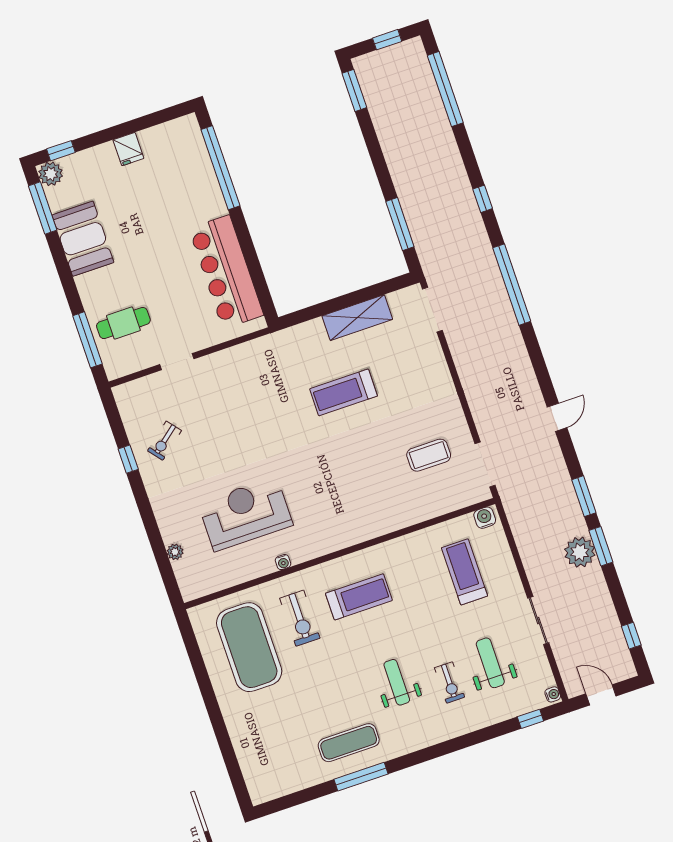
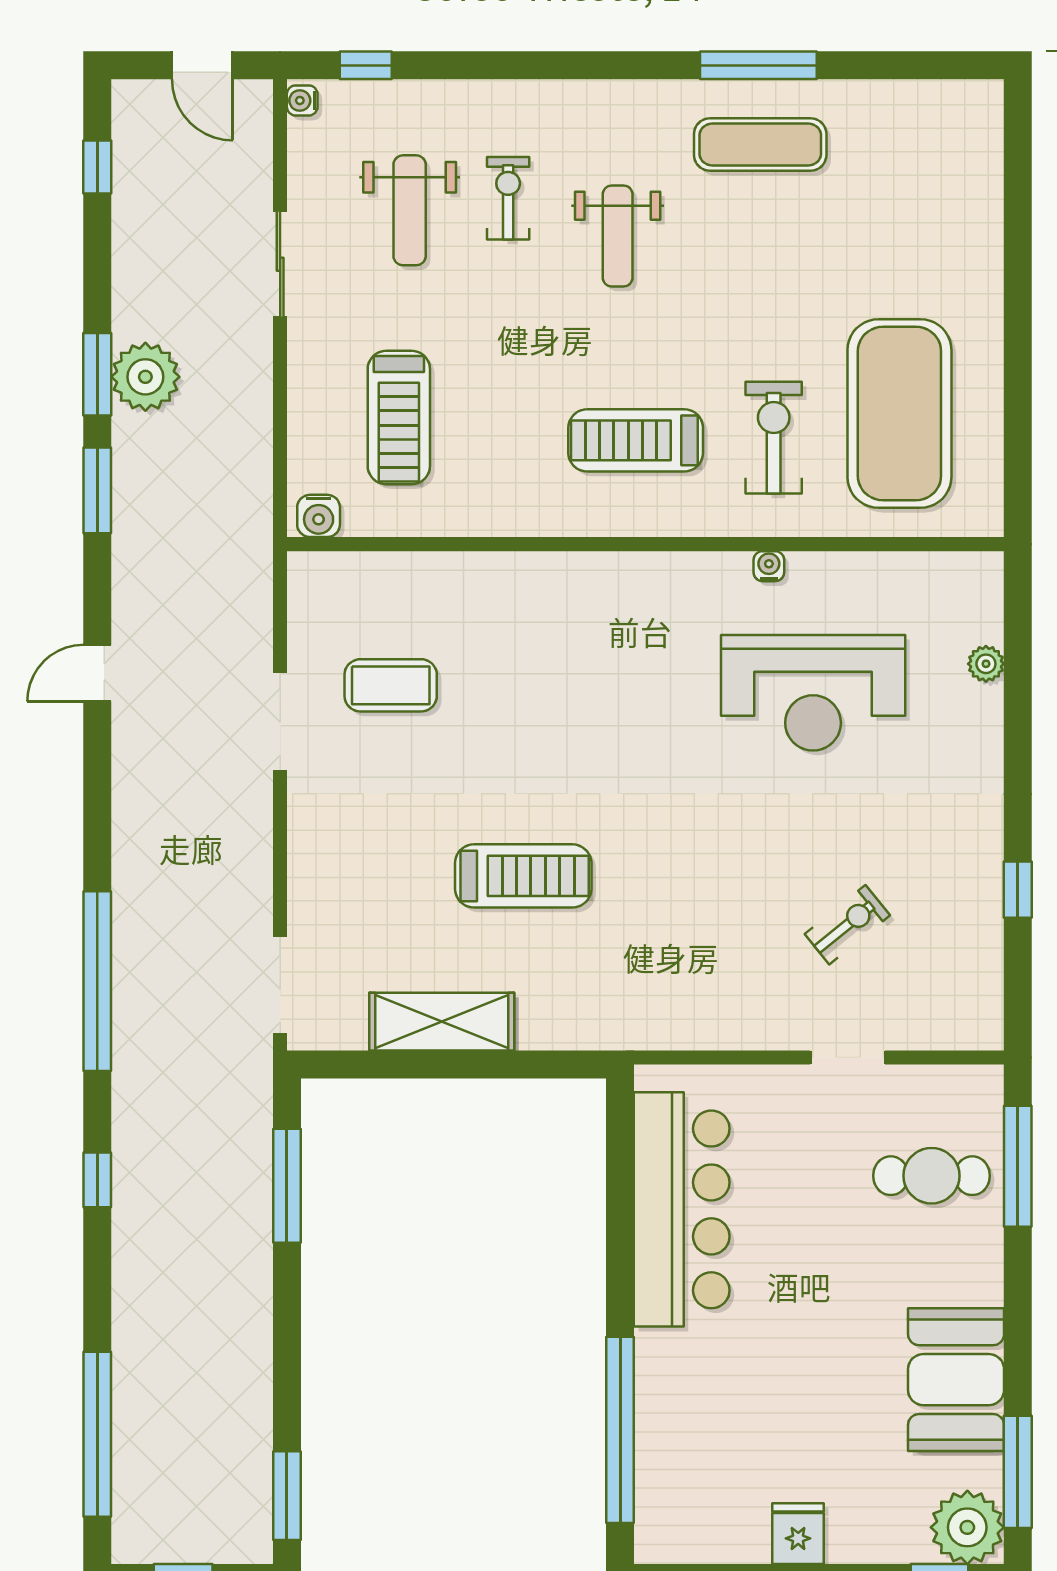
plant: (51, 174) -> (967, 1527), width x1.36, depth x1.36
exercise bike: (164, 441) -> (847, 925), moved
doorway: (485, 464) -> (280, 721), moved

